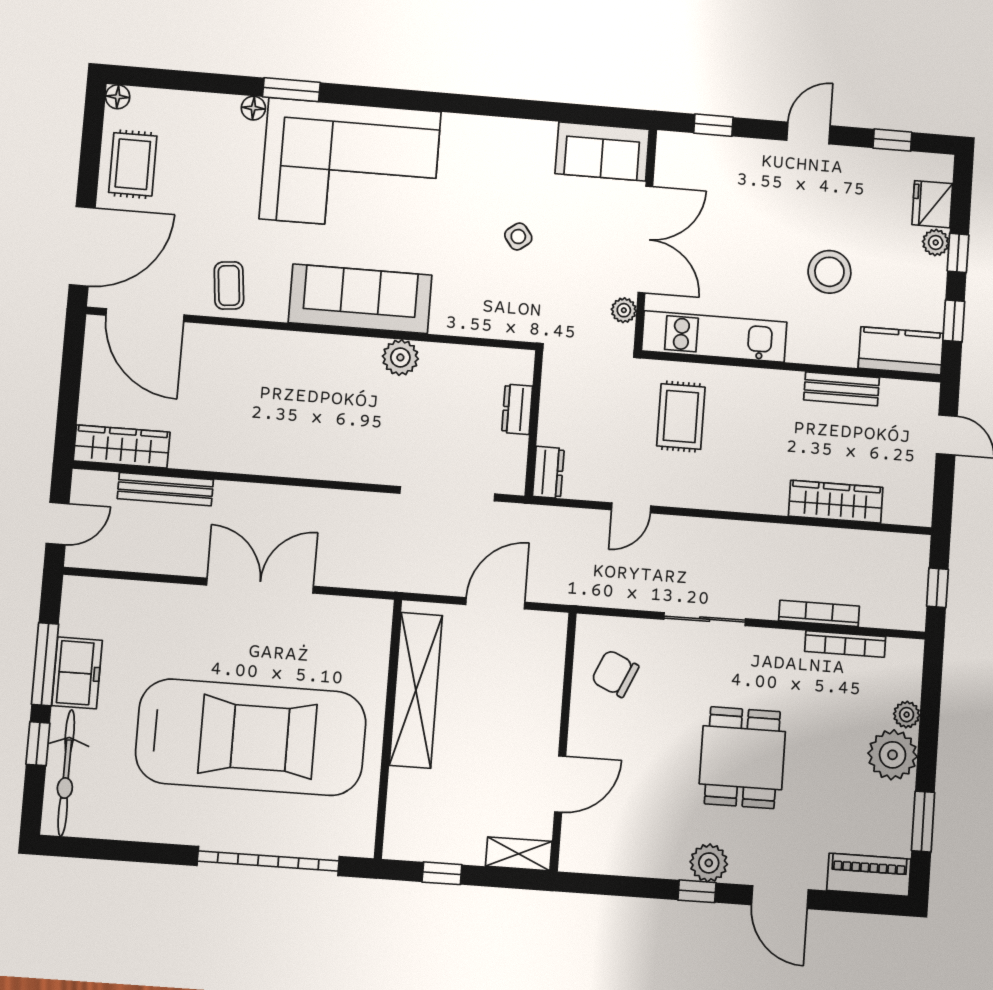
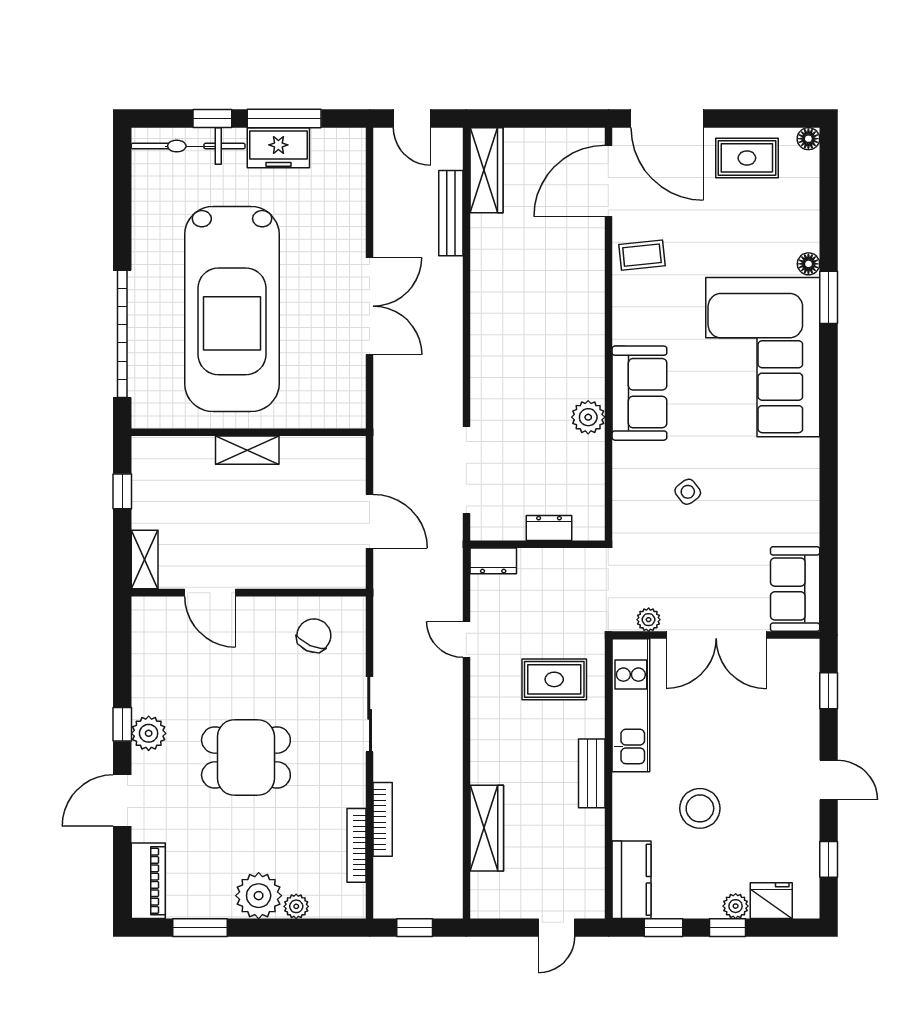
side table: (518, 237) -> (688, 492), moved
sofa: (360, 299) -> (639, 393), width x0.73
bench: (842, 389) -> (592, 773), moved
shelving: (416, 690) -> (247, 450), width x0.45, depth x0.75

